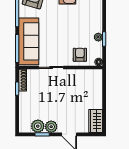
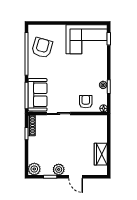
sofa: (29, 41) -> (37, 95), width x0.73
wardrobe: (96, 121) -> (101, 154), moved
plant: (38, 126) -> (34, 169), moved

